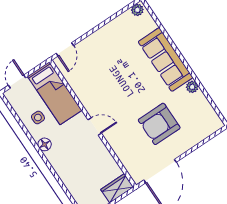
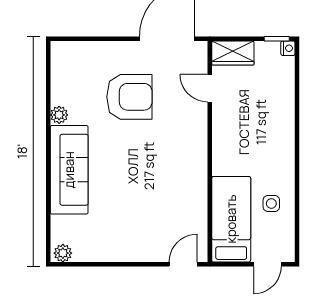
door: (95, 126) -> (210, 88), moved
floor lamp: (45, 144) -> (285, 165), removed

